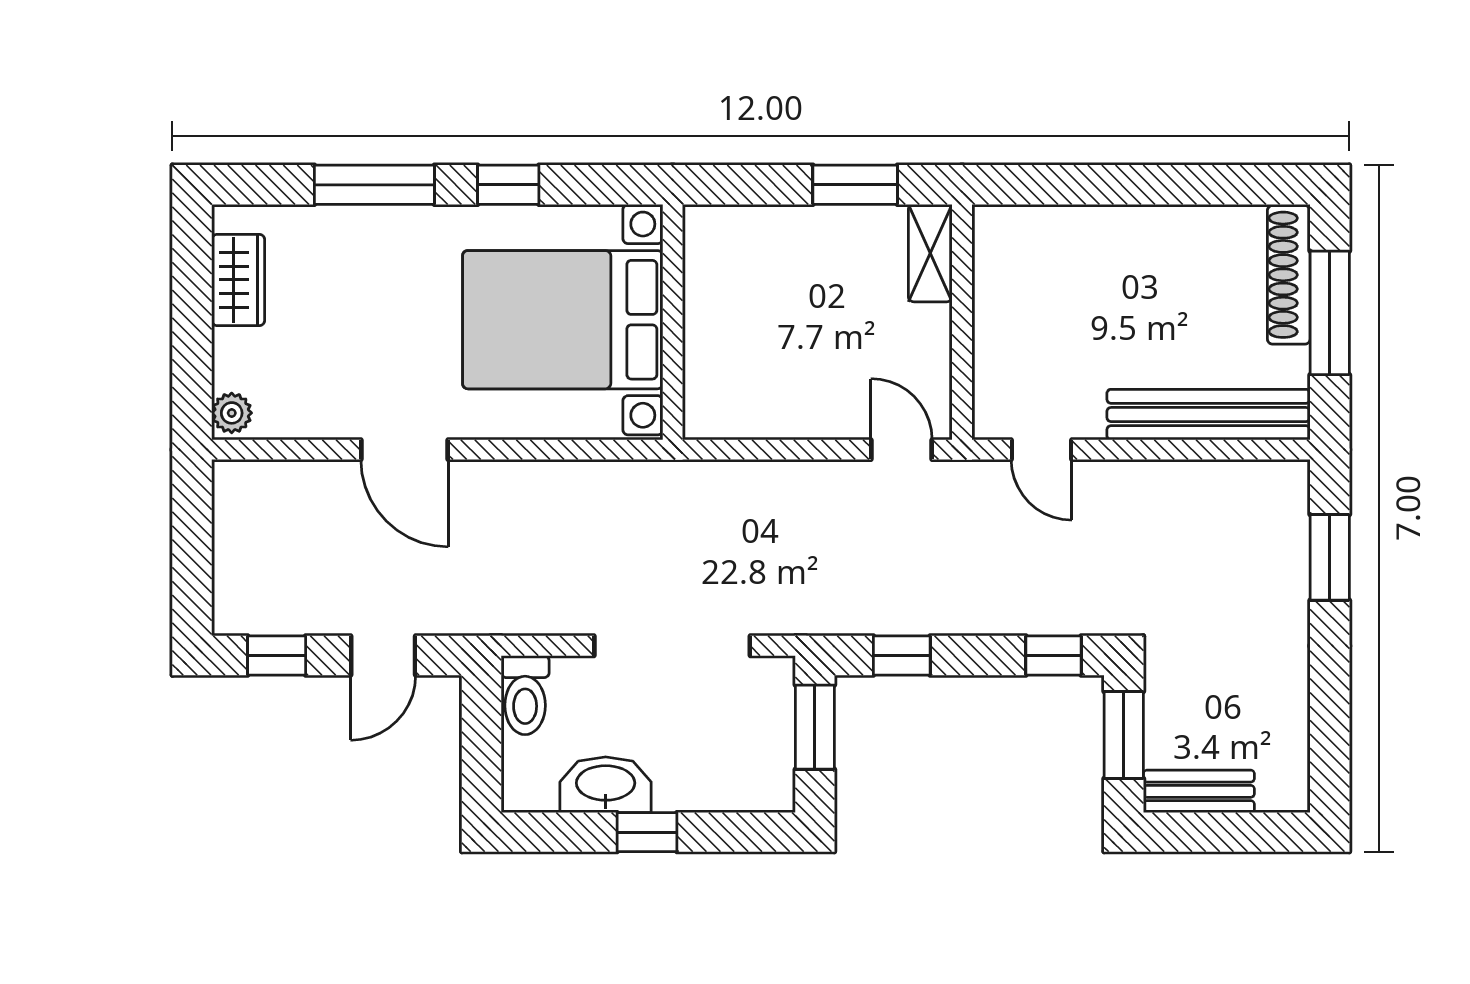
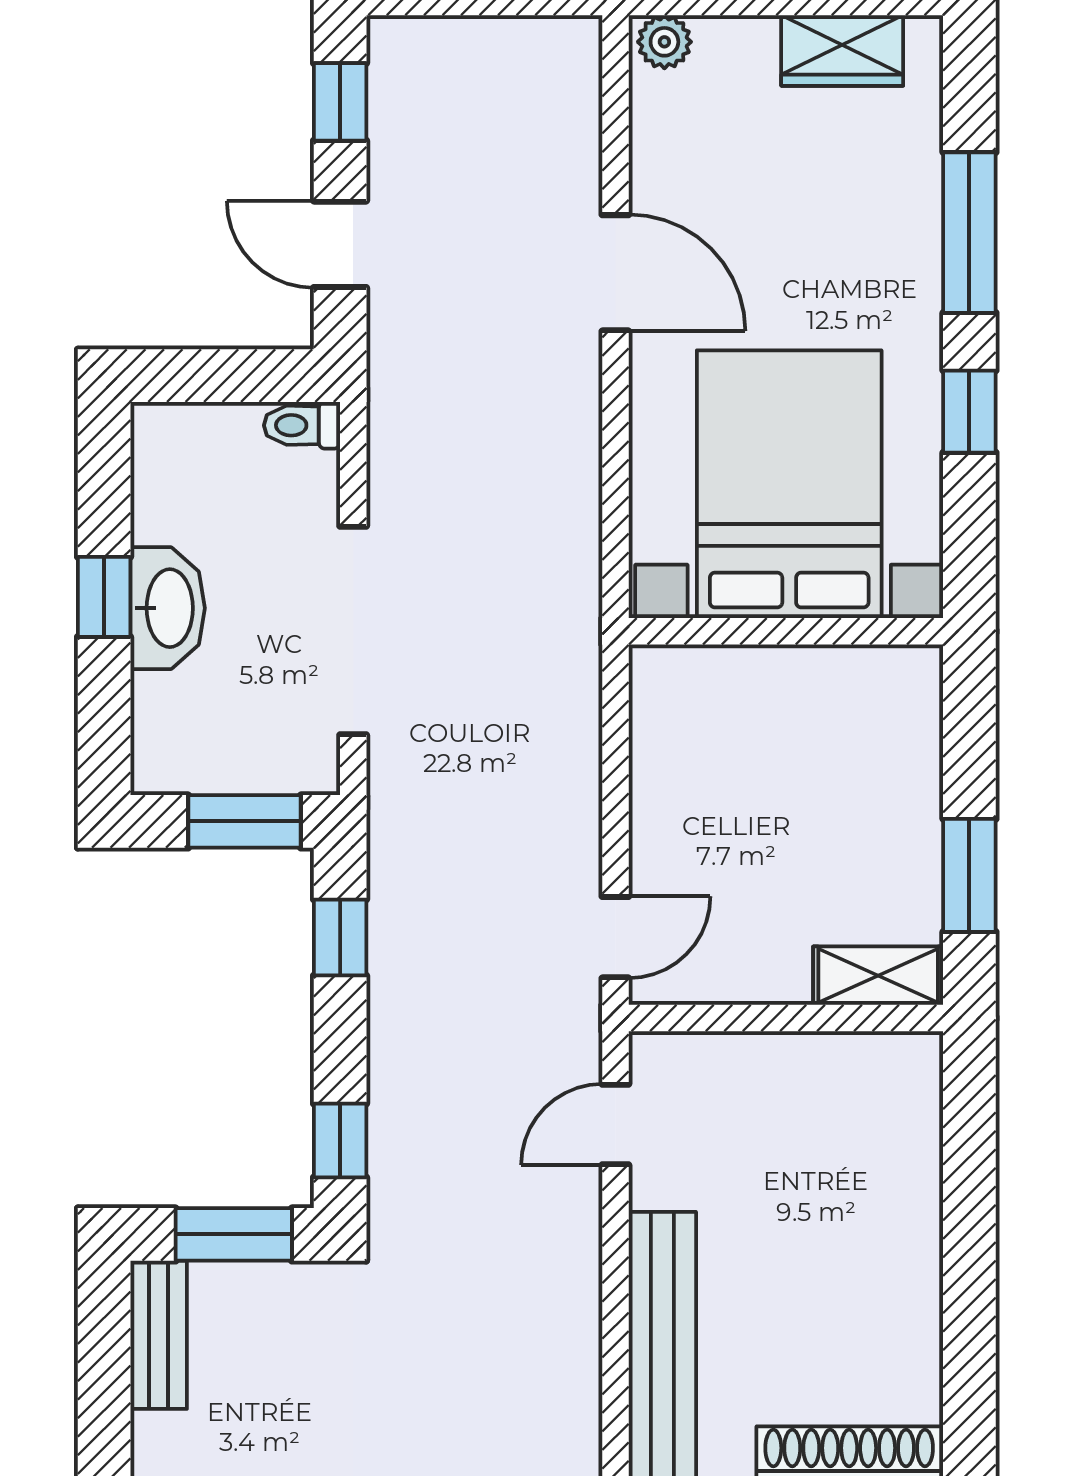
door: (405, 450) -> (615, 273), swing flipped
toilet: (525, 695) -> (302, 425), width x0.73, depth x0.72
washbasin: (606, 785) -> (168, 608), moved

